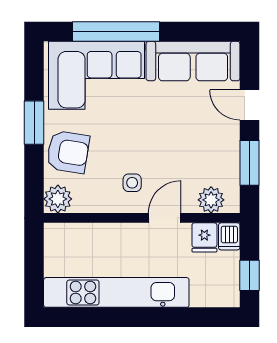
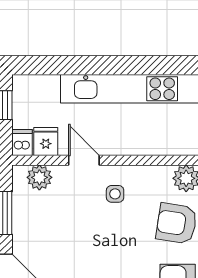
door: (165, 218) -> (84, 160), swing flipped

